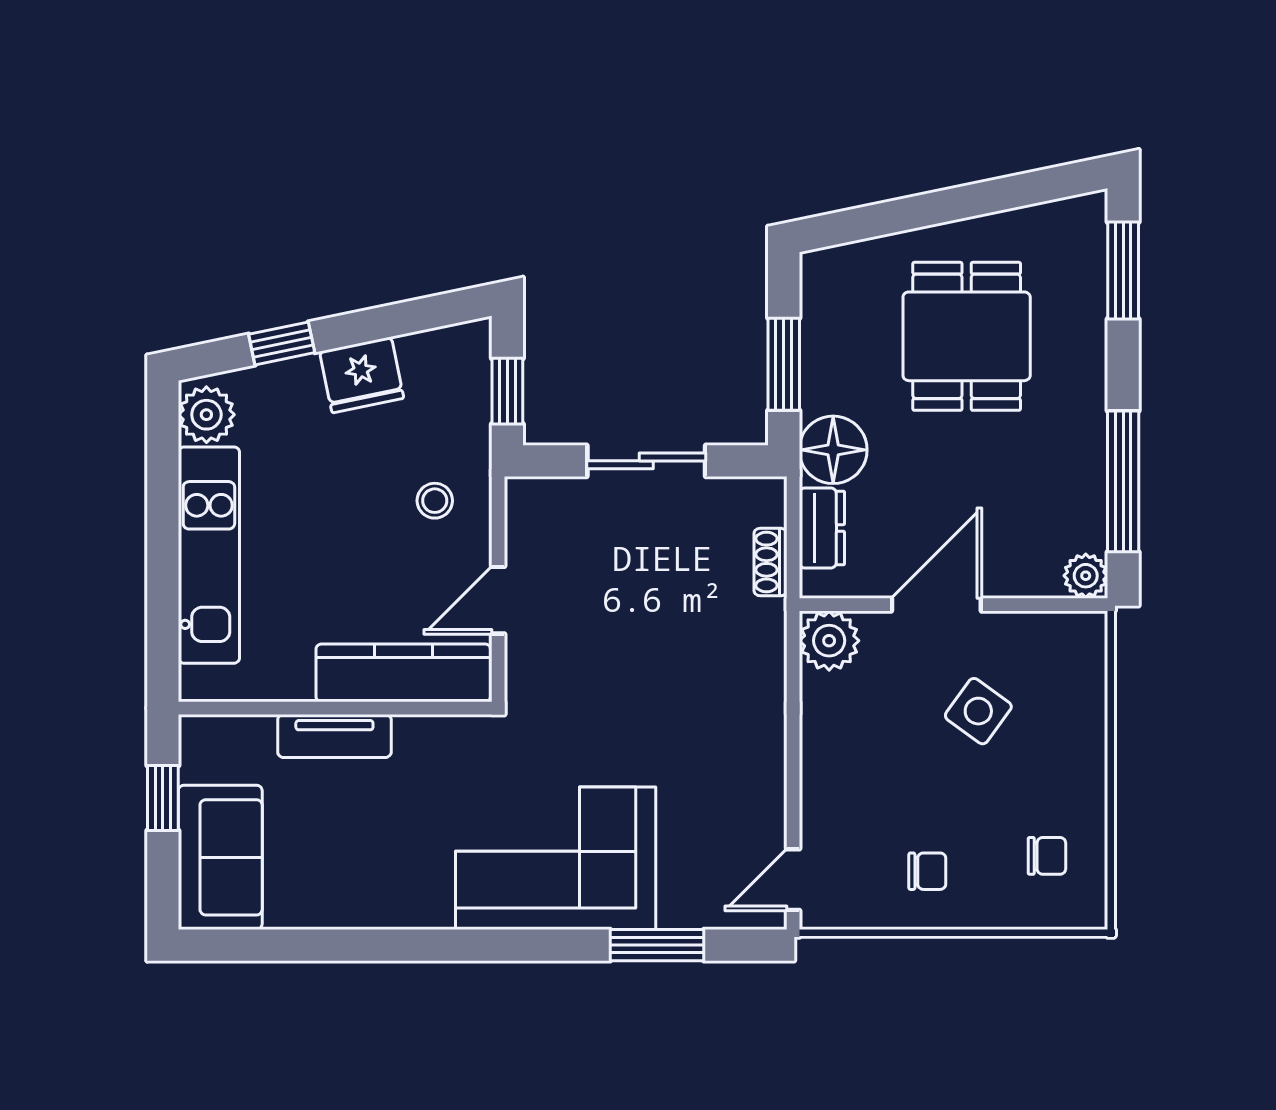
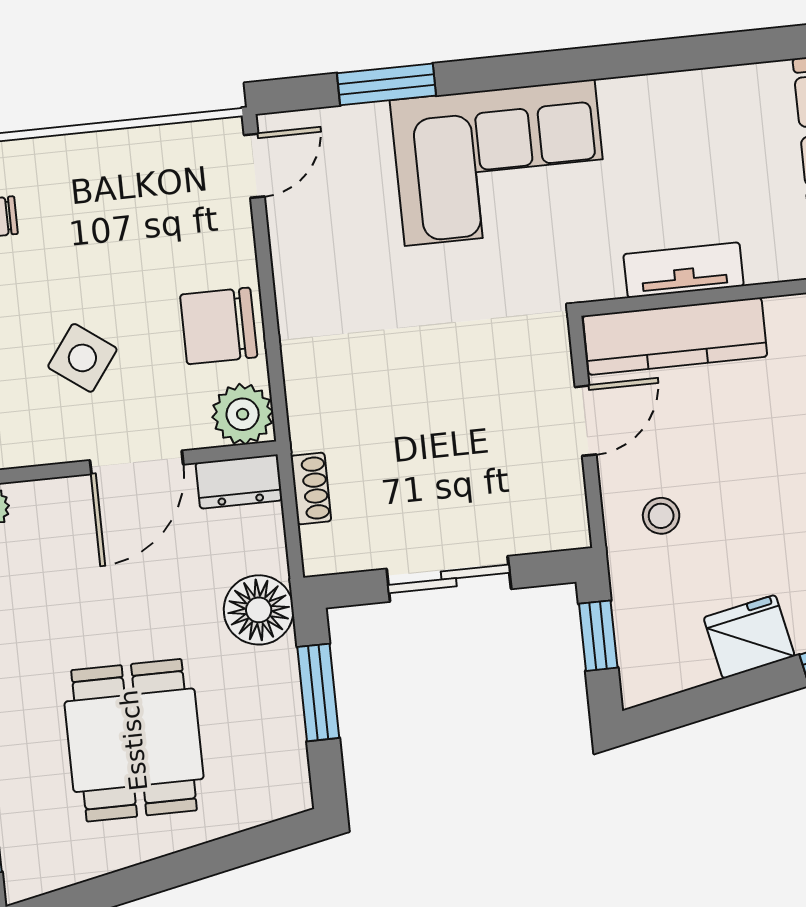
dresser: (822, 528) -> (239, 482), moved, turned -90
tv unit: (334, 736) -> (684, 270), moved
chair: (927, 871) -> (219, 326), moved, width x1.87, depth x1.87

